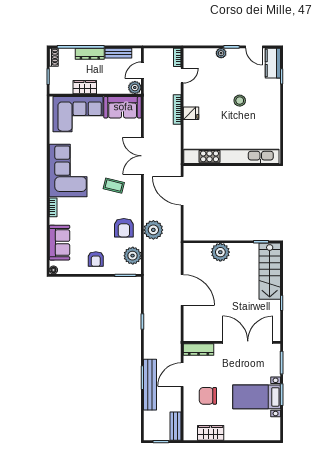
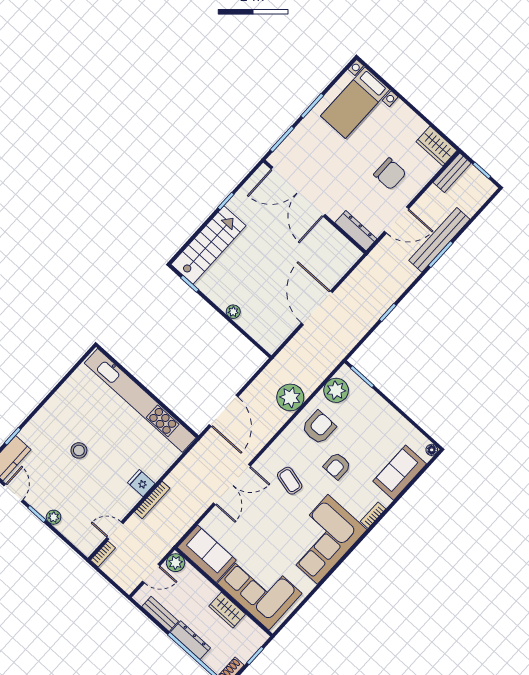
plant: (220, 252) -> (233, 312), width x0.53, depth x0.53
armchair: (96, 259) -> (337, 466), moved, turned 180
bed with nightstands: (257, 397) -> (355, 103), moved, turned 90
wardrobe: (211, 433) -> (437, 146), moved

